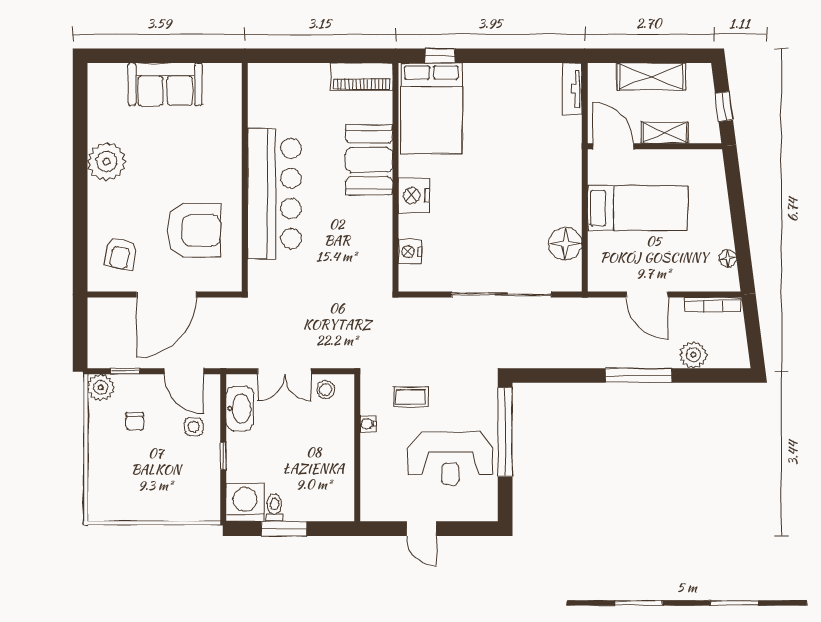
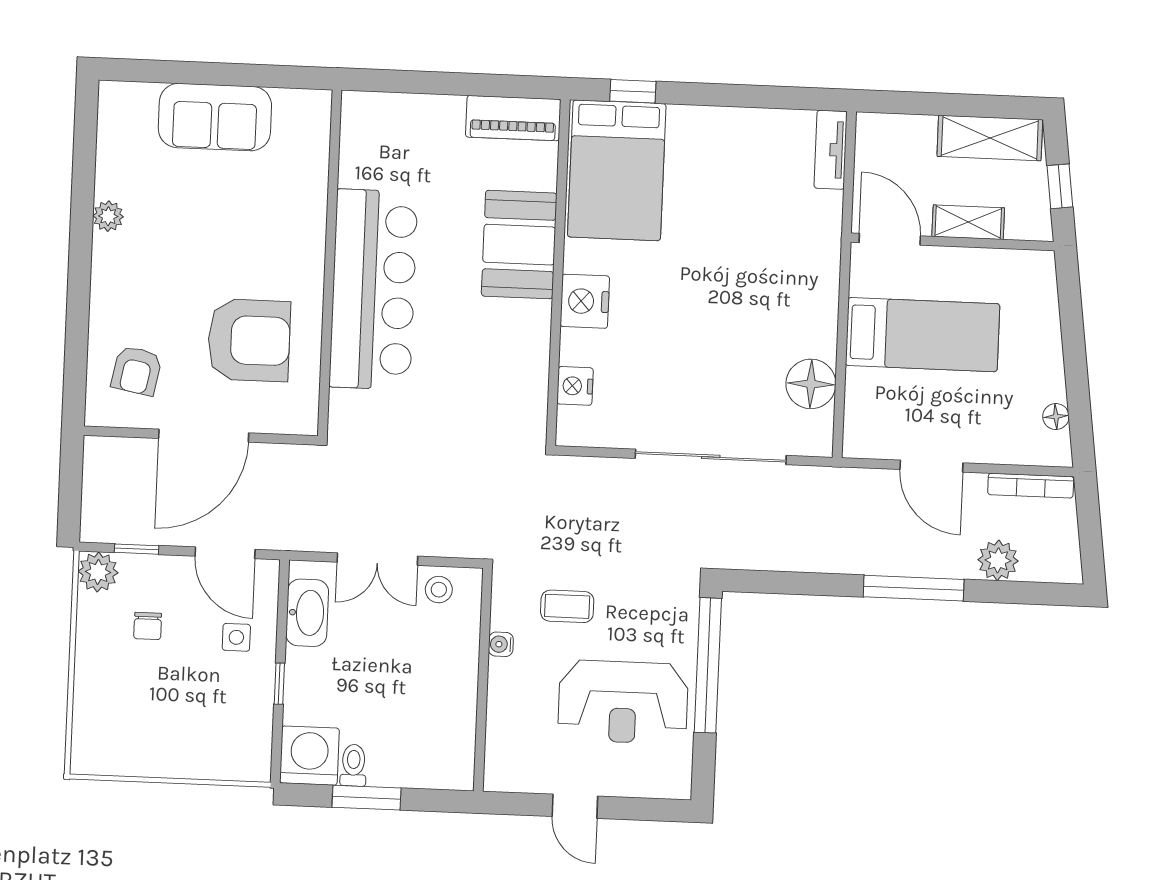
shelving: (651, 77) -> (990, 138), moved
plant: (107, 162) -> (108, 216), width x0.53, depth x0.53

